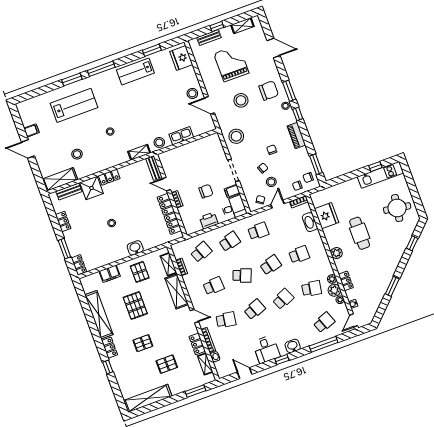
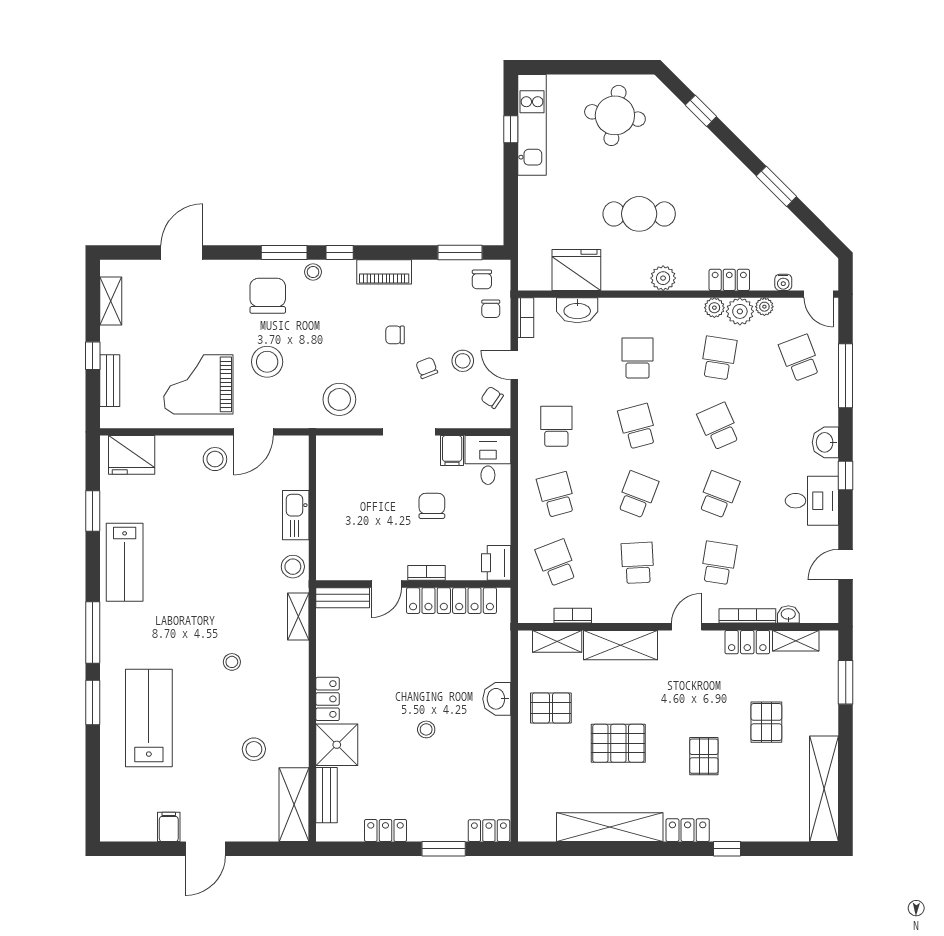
grand piano: (231, 63) -> (198, 384), moved
printer: (209, 221) -> (496, 563), moved
filing cabinet: (110, 274) -> (532, 773), removed
school desk: (255, 309) -> (719, 495), turned 42

